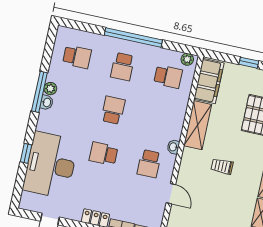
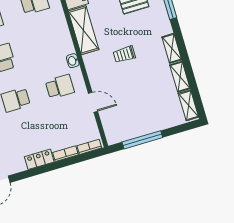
school desk: (149, 164) -> (60, 87), turned -90

